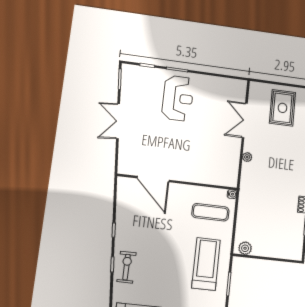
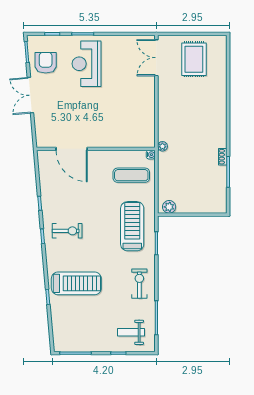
armchair: (137, 92) -> (46, 63), added
reception desk: (178, 98) -> (87, 64), turned 180
double door: (245, 120) -> (156, 58), moved
plant: (247, 157) -> (162, 146), moved
exercise bike: (126, 267) -> (67, 231), moved, turned 90

